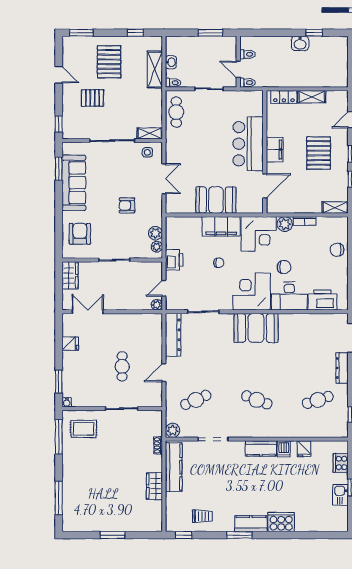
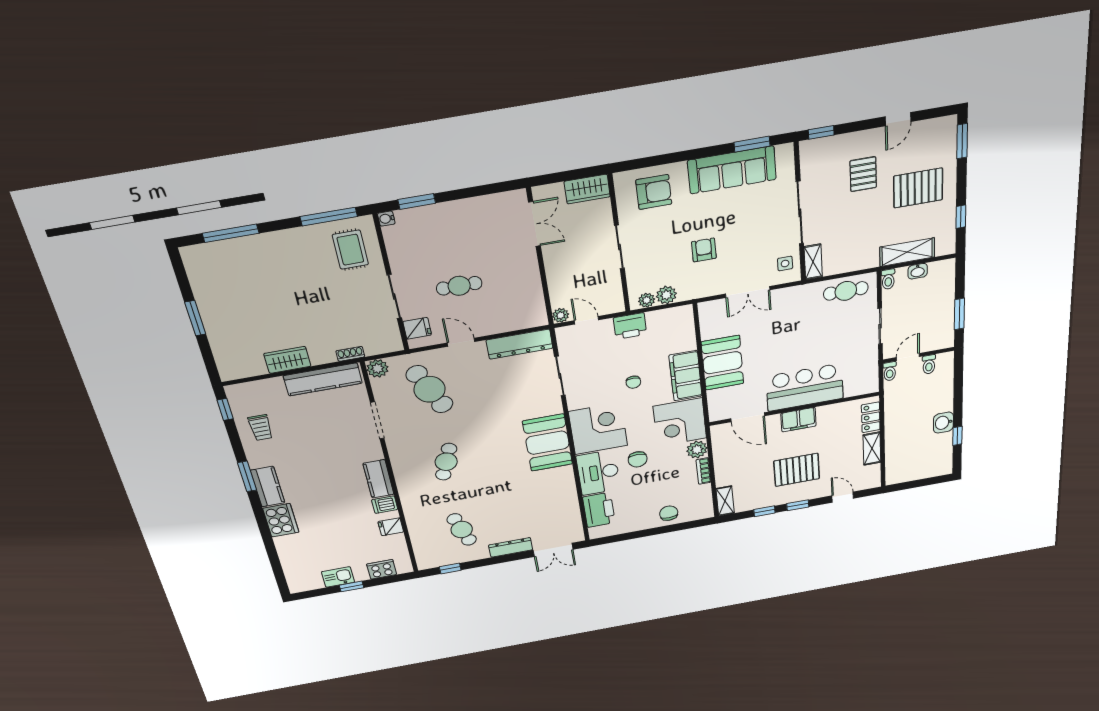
fridge: (70, 344) -> (417, 328), moved, turned -90
cafe table: (196, 400) -> (430, 389), width x1.37, depth x1.35

